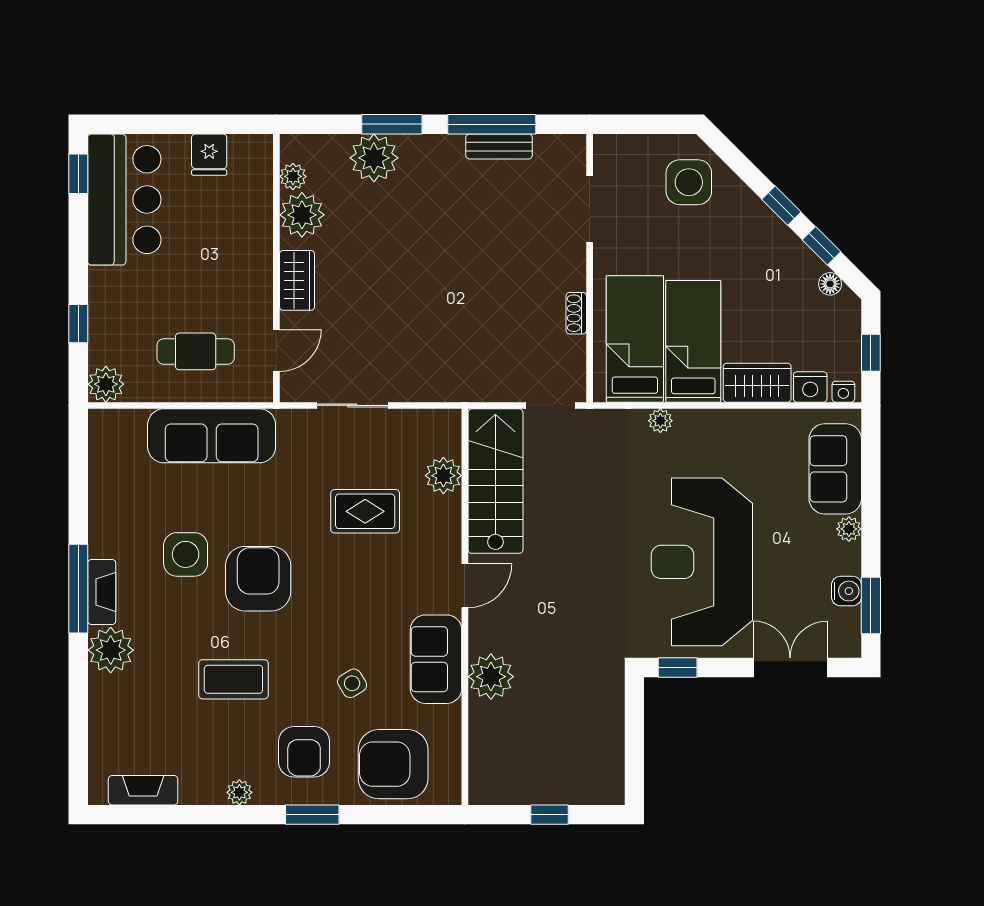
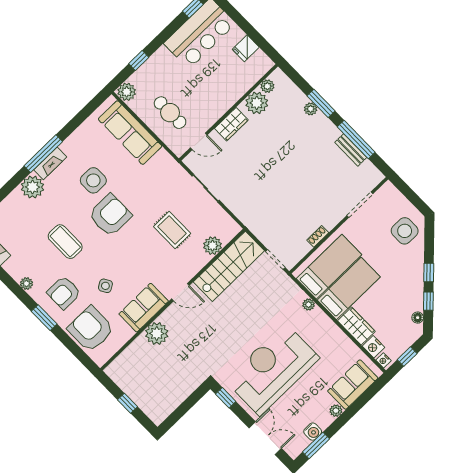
plant: (374, 158) -> (311, 109), width x0.53, depth x0.53
sofa: (212, 436) -> (130, 133), moved

